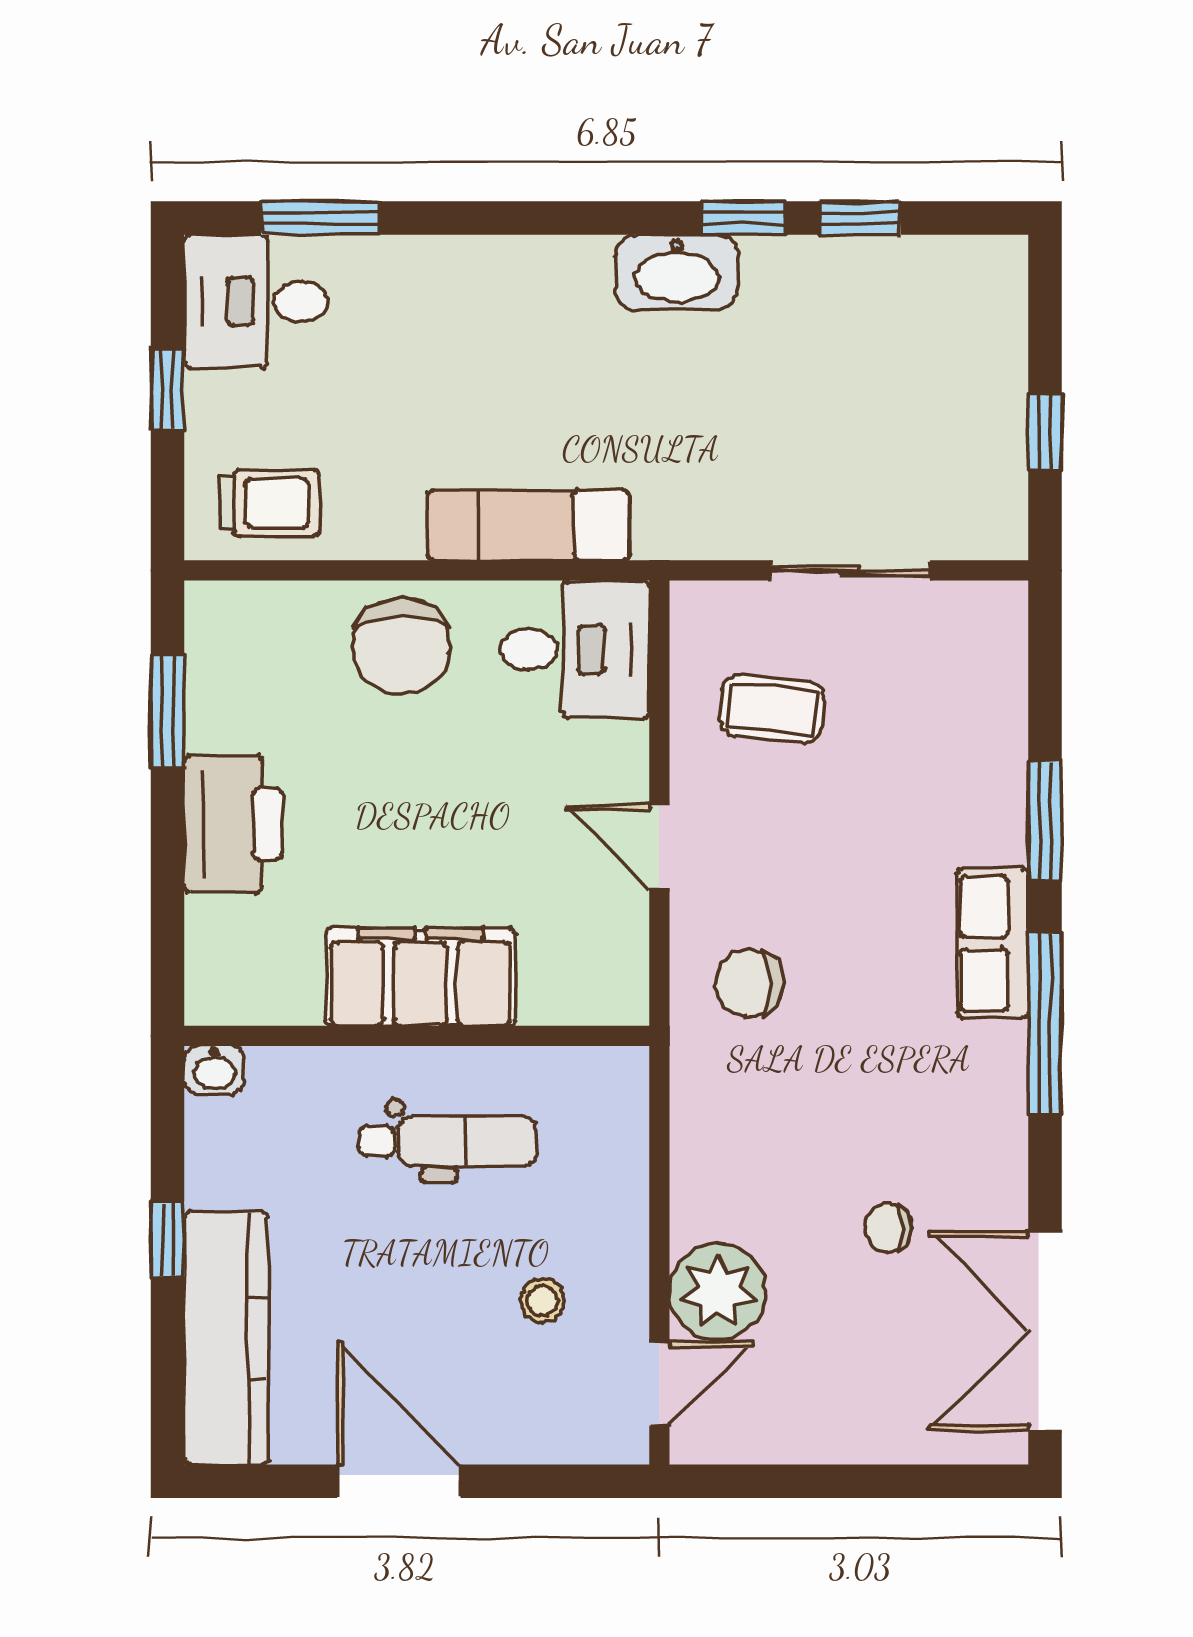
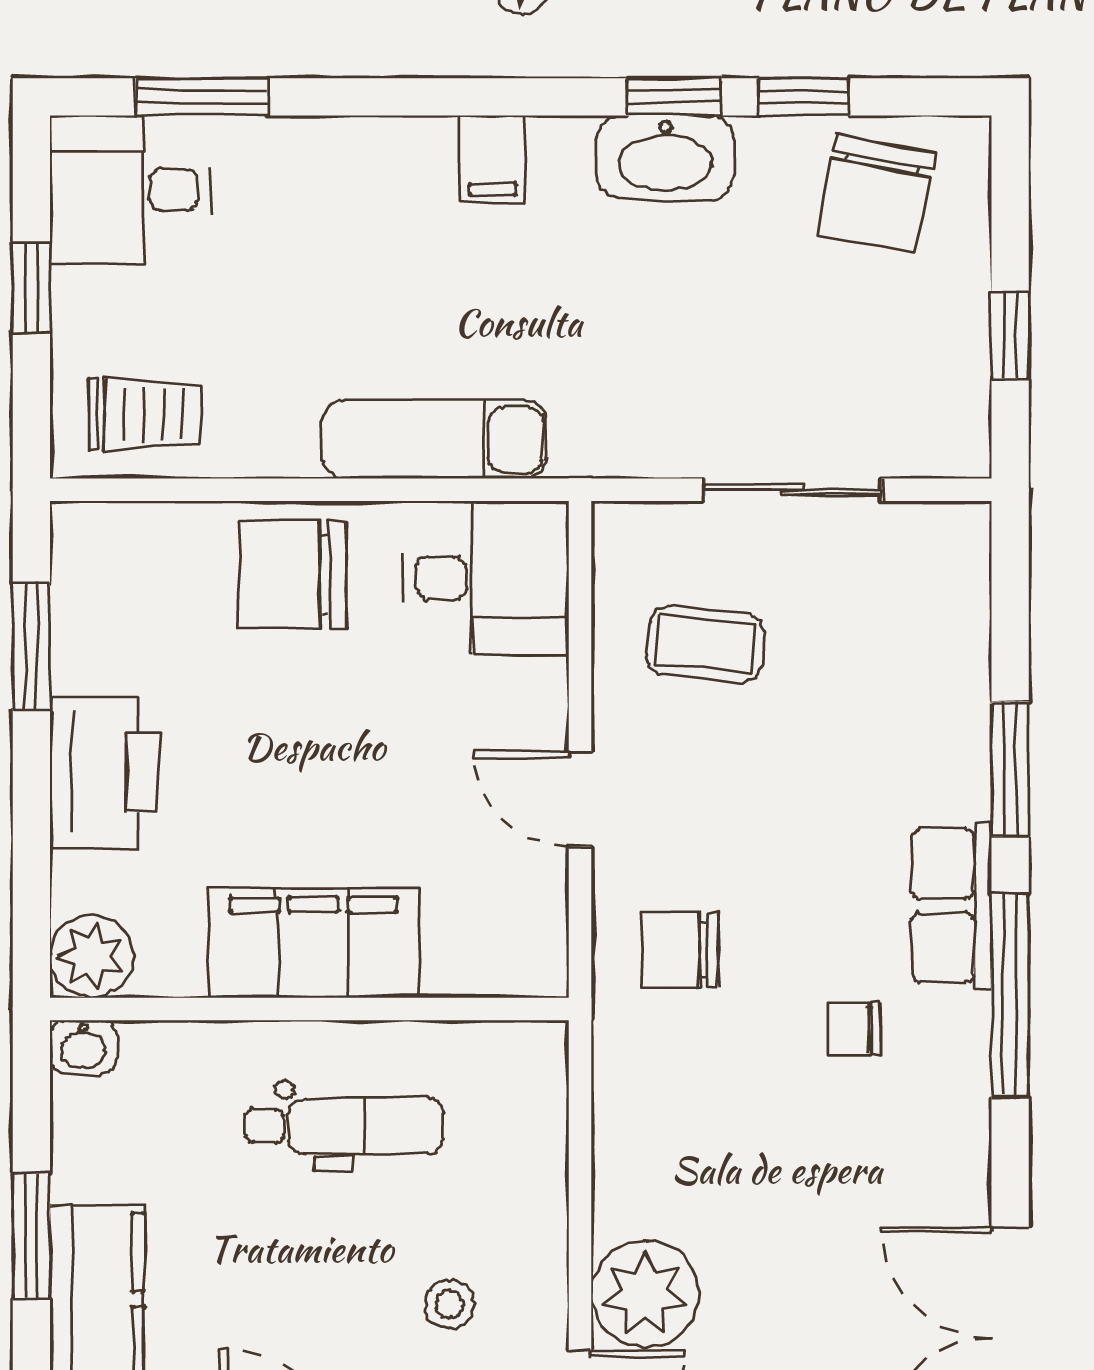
washbasin: (677, 272) -> (665, 157), moved
filing cabinet: (581, 274) -> (492, 159), added
chair: (925, 305) -> (876, 194), added
chair: (401, 647) -> (292, 575), turned 90
plant: (222, 988) -> (92, 956), added
chair: (888, 1228) -> (855, 1028), moved
window: (168, 1239) -> (31, 1236), width x1.50

